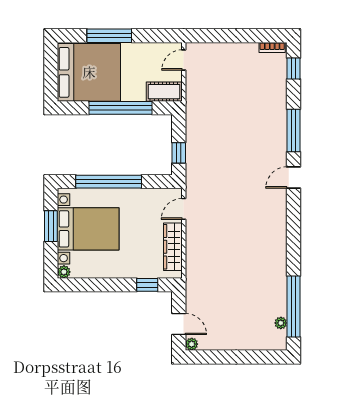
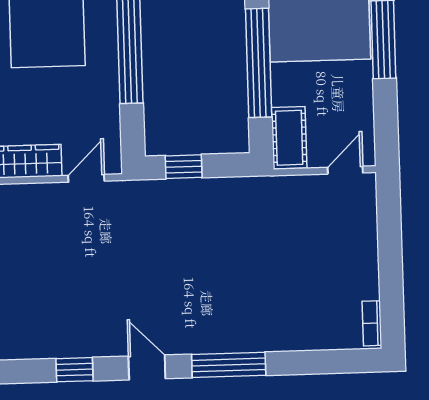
door: (184, 60) -> (345, 170), hinge flipped
window: (293, 68) -> (74, 370), moved
door: (184, 209) -> (86, 178), hinge flipped

